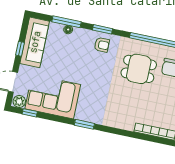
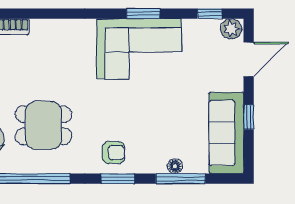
armchair: (102, 45) -> (114, 153), turned 180
corner sofa: (53, 97) -> (139, 49), moved
window: (84, 124) -> (143, 14), moved

